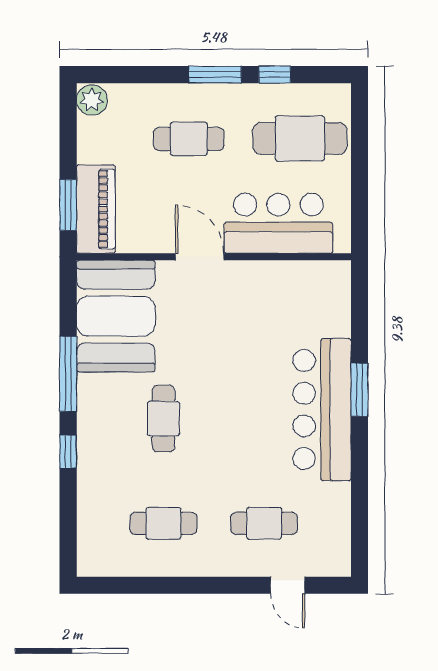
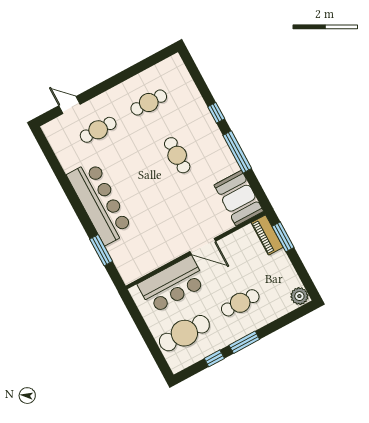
piano: (96, 209) -> (267, 235), width x0.73, depth x0.75
booth: (116, 316) -> (239, 198), width x0.73, depth x0.70
window: (359, 390) -> (101, 250), moved

